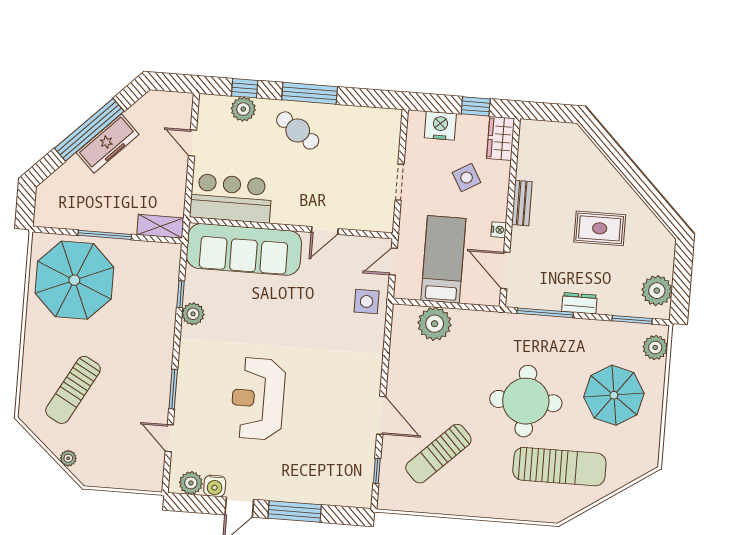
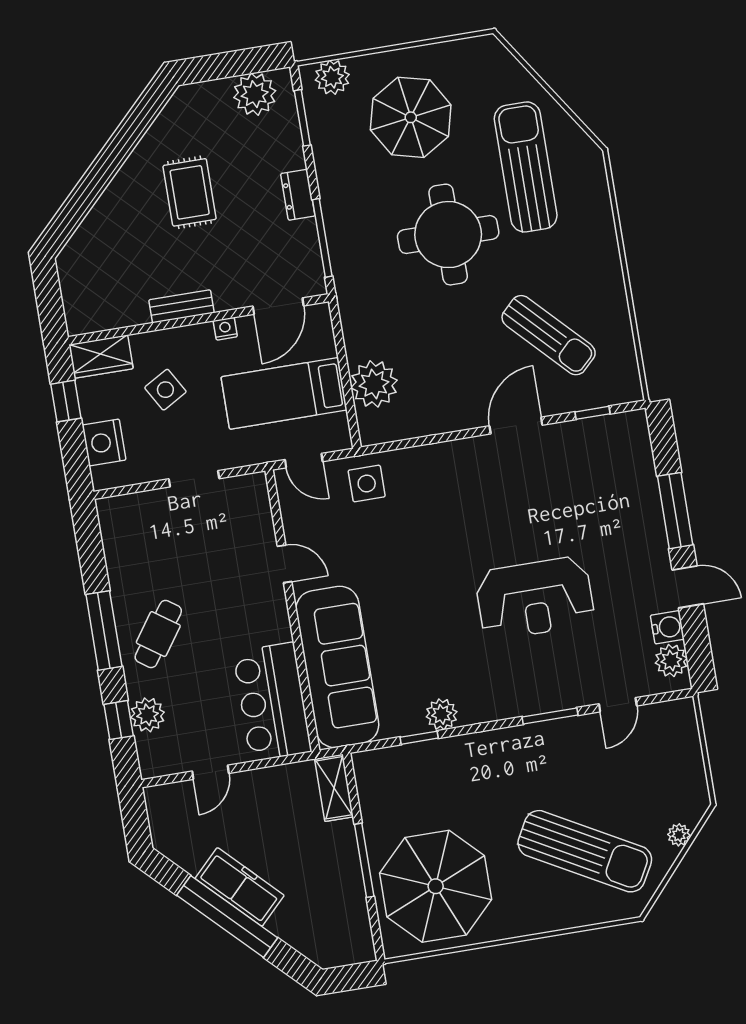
sun lounger: (73, 390) -> (585, 851), width x1.36, depth x1.34

